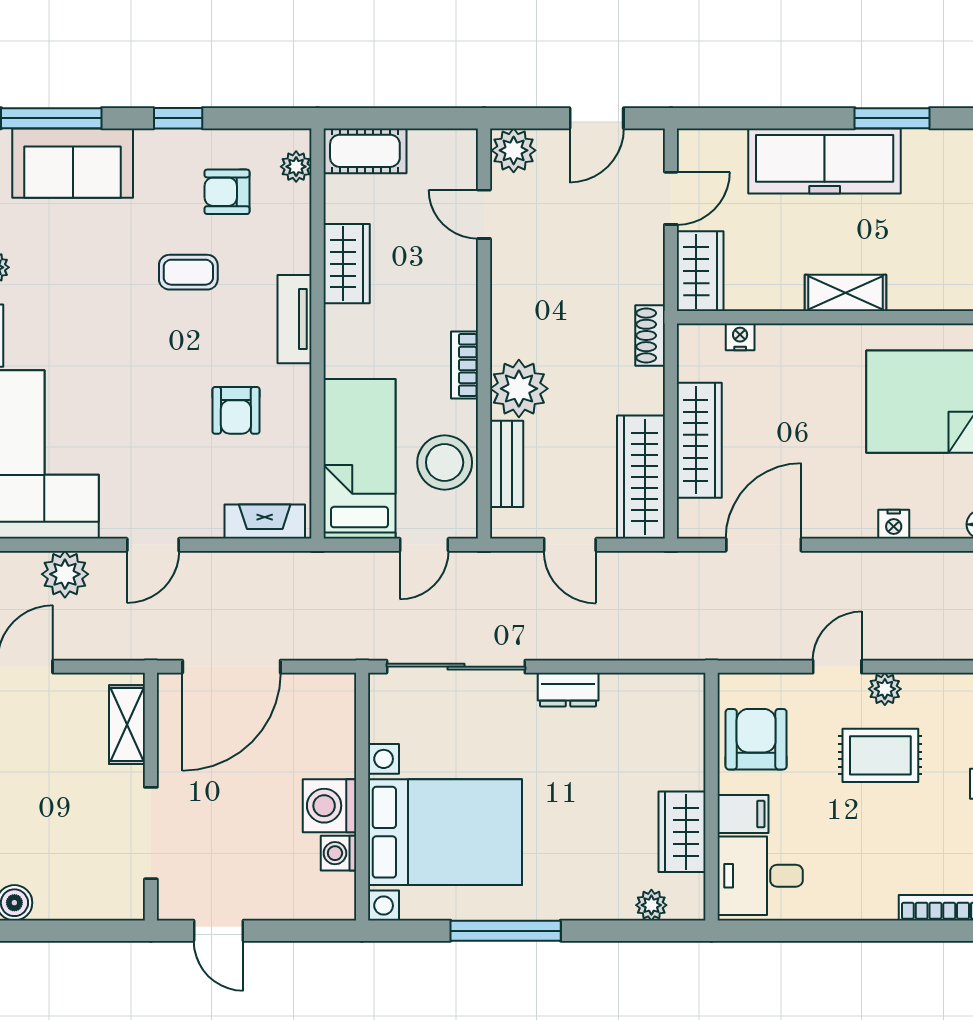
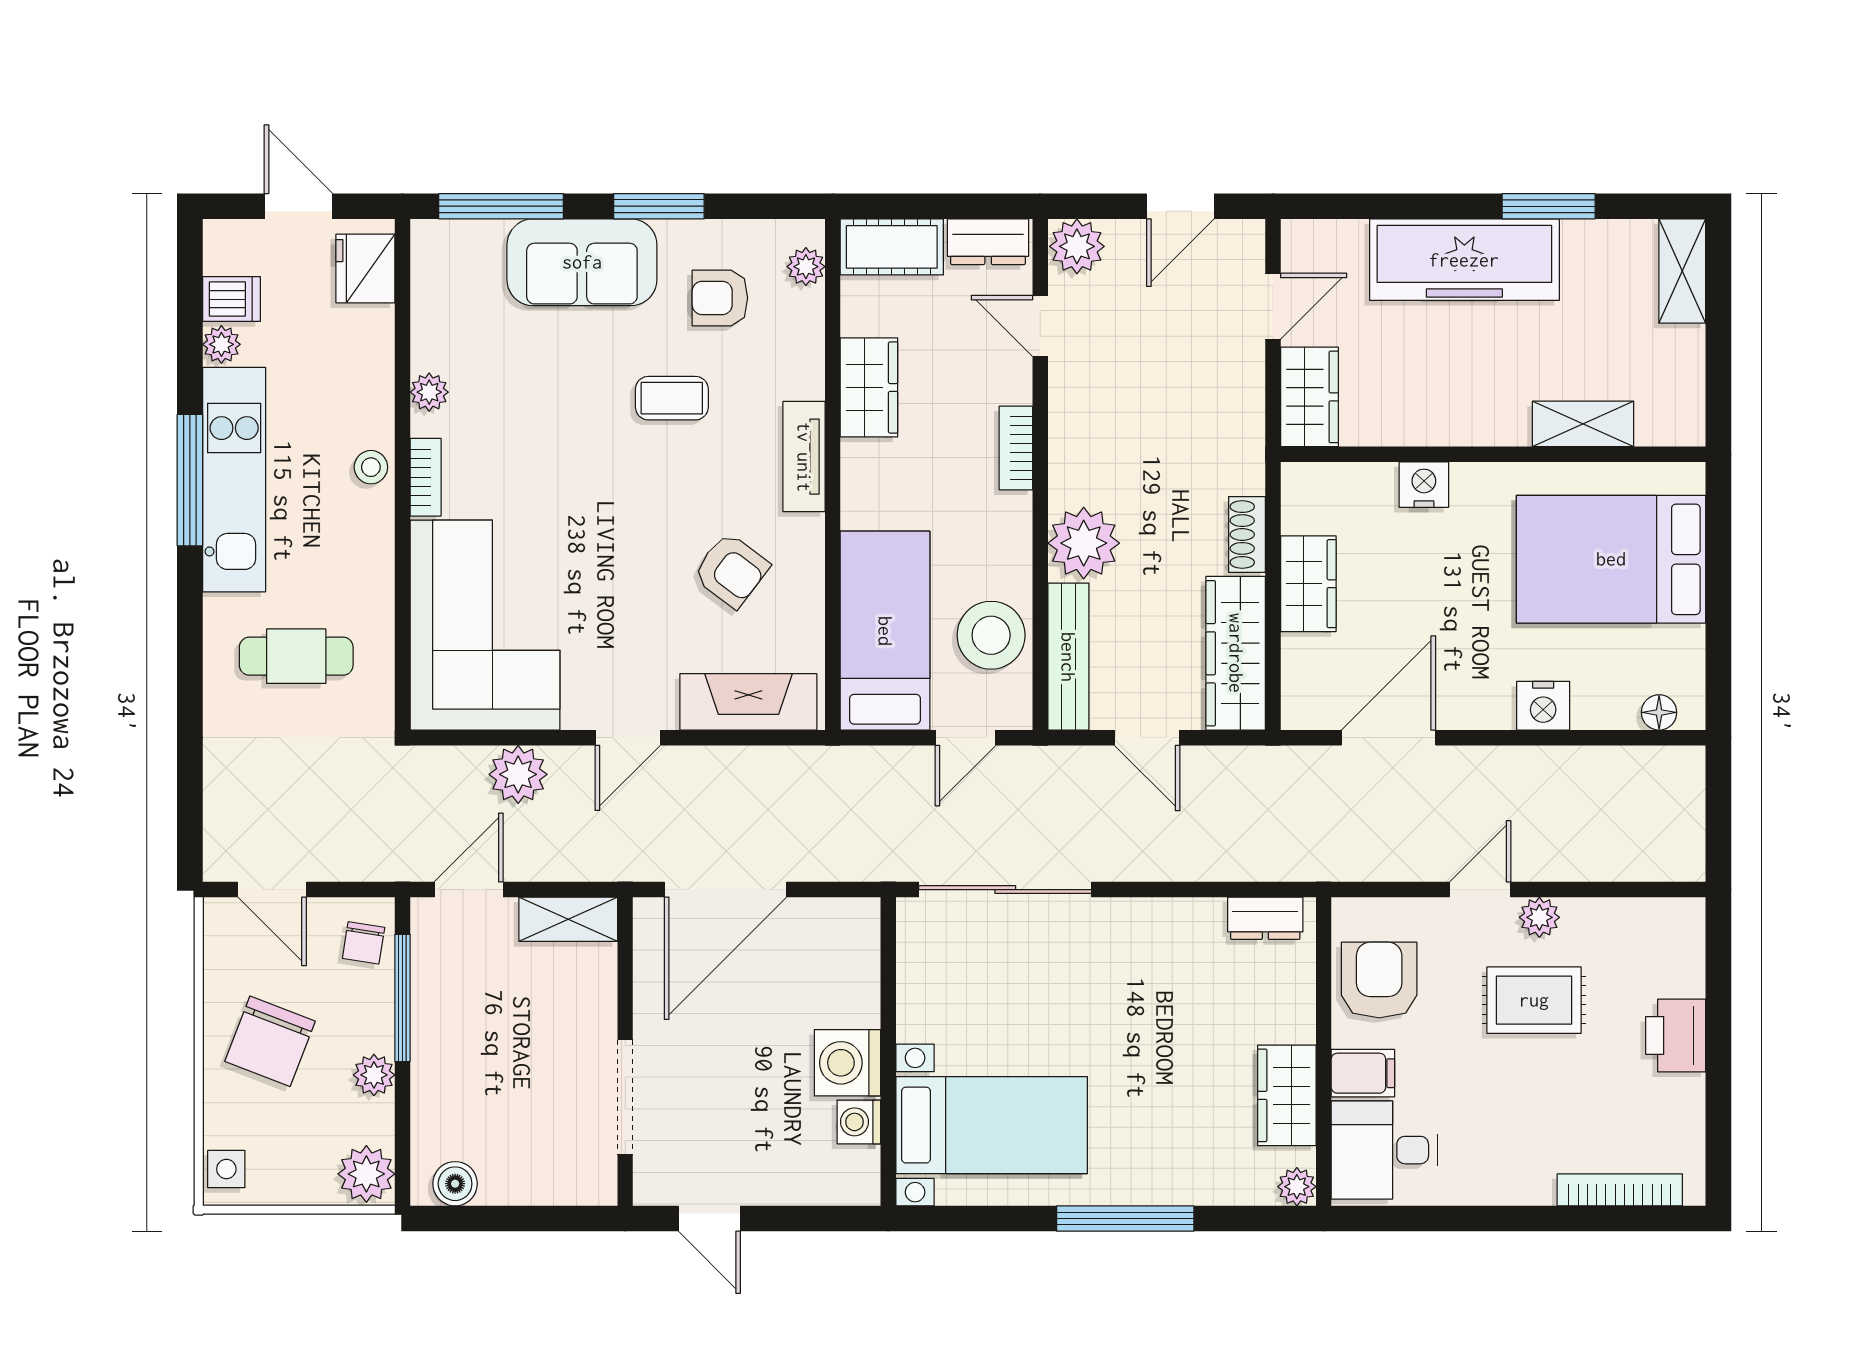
window: (178, 118) -> (659, 206), width x1.50
dresser: (442, 147) -> (988, 242), added
sofa: (73, 163) -> (582, 262), moved
shelving: (846, 293) -> (1583, 424), moved
shoe rack: (650, 335) -> (1247, 535), moved
nightstand: (740, 337) -> (1424, 485), moved, width x1.39, depth x1.35
bookcase: (465, 365) -> (1016, 448), moved
armchair: (236, 410) -> (731, 570), turned -53
wardrobe: (699, 440) -> (1308, 584), width x0.67
bench: (507, 464) -> (1068, 657), width x1.36
fireplace: (265, 521) -> (748, 702), width x1.37, depth x1.32
nightstand: (894, 524) -> (1543, 706), width x1.39, depth x1.35
dresser: (568, 690) -> (1265, 918), moved
shelving: (127, 725) -> (568, 919), moved, turned 90
bed with nightstands: (445, 832) -> (992, 1125), width x0.73
plant: (651, 905) -> (1297, 1187), moved
window: (506, 931) -> (1125, 1219), moved

